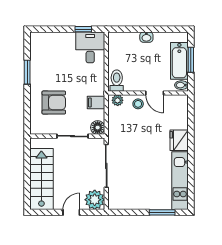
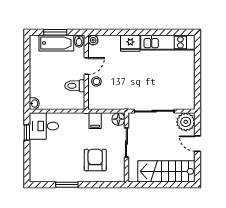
washbasin: (146, 37) -> (34, 104), moved
toilet: (117, 81) -> (75, 86), moved
plant: (118, 100) -> (93, 40), moved
window: (162, 212) -> (198, 59), removed

